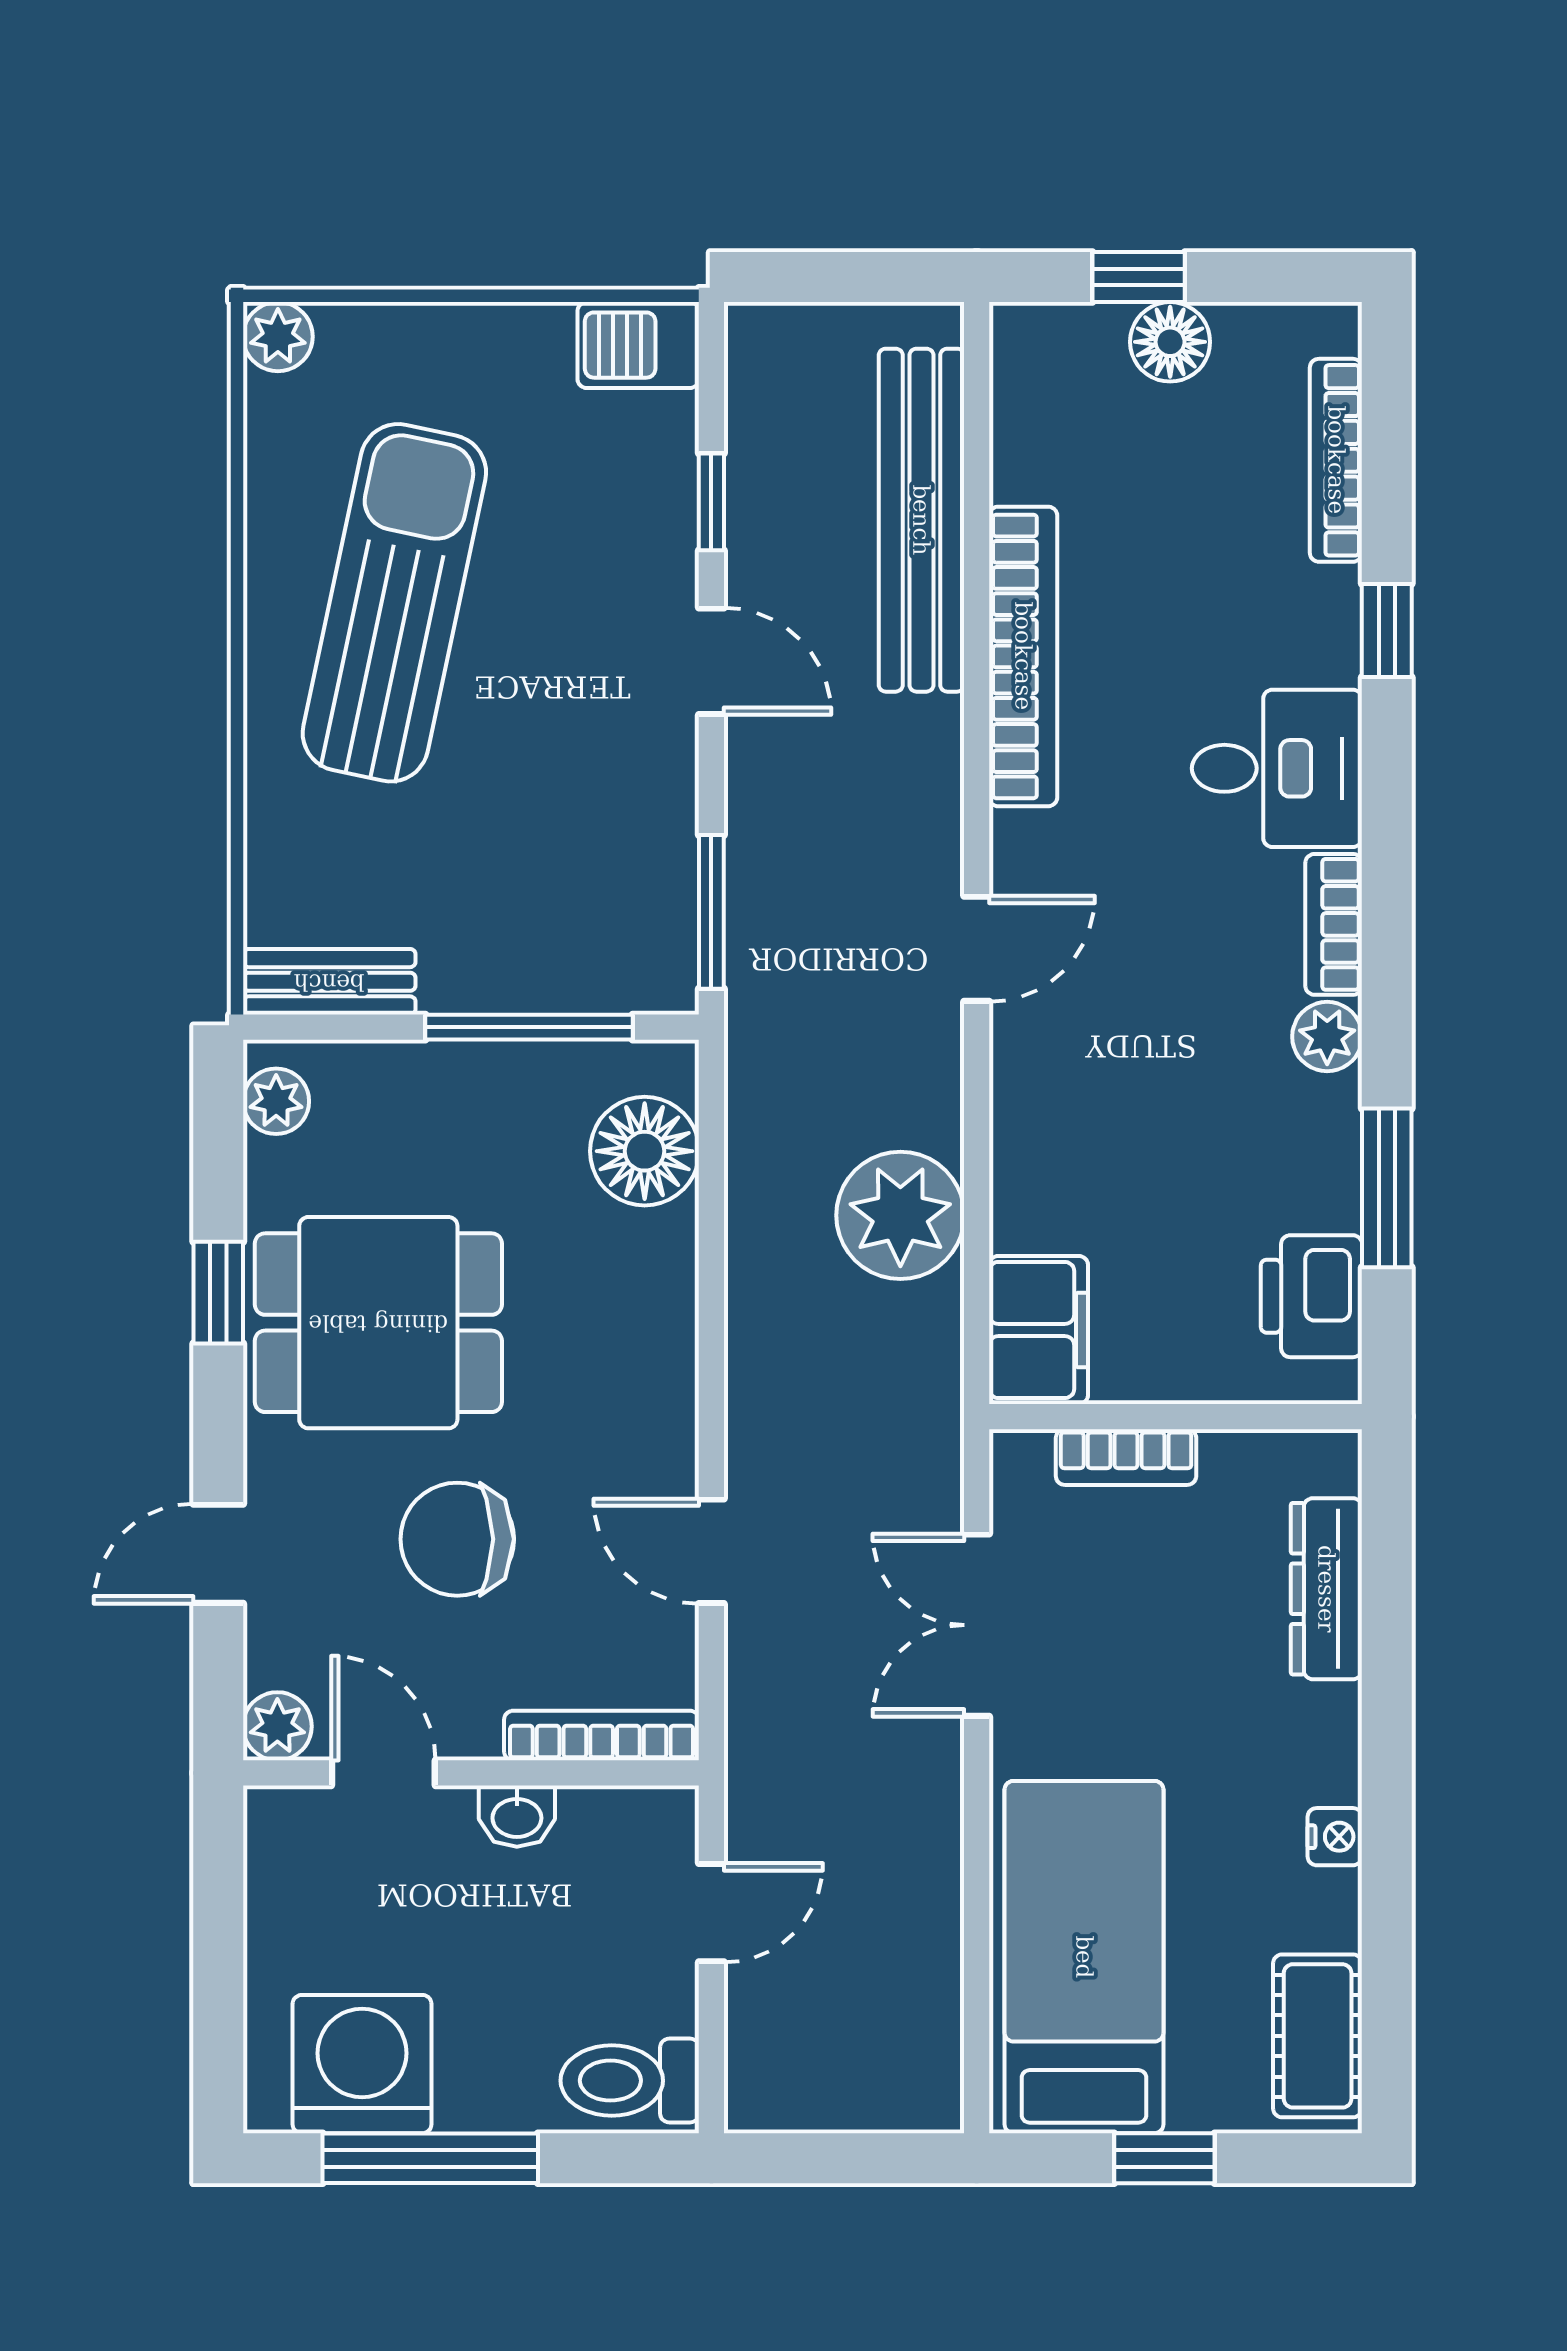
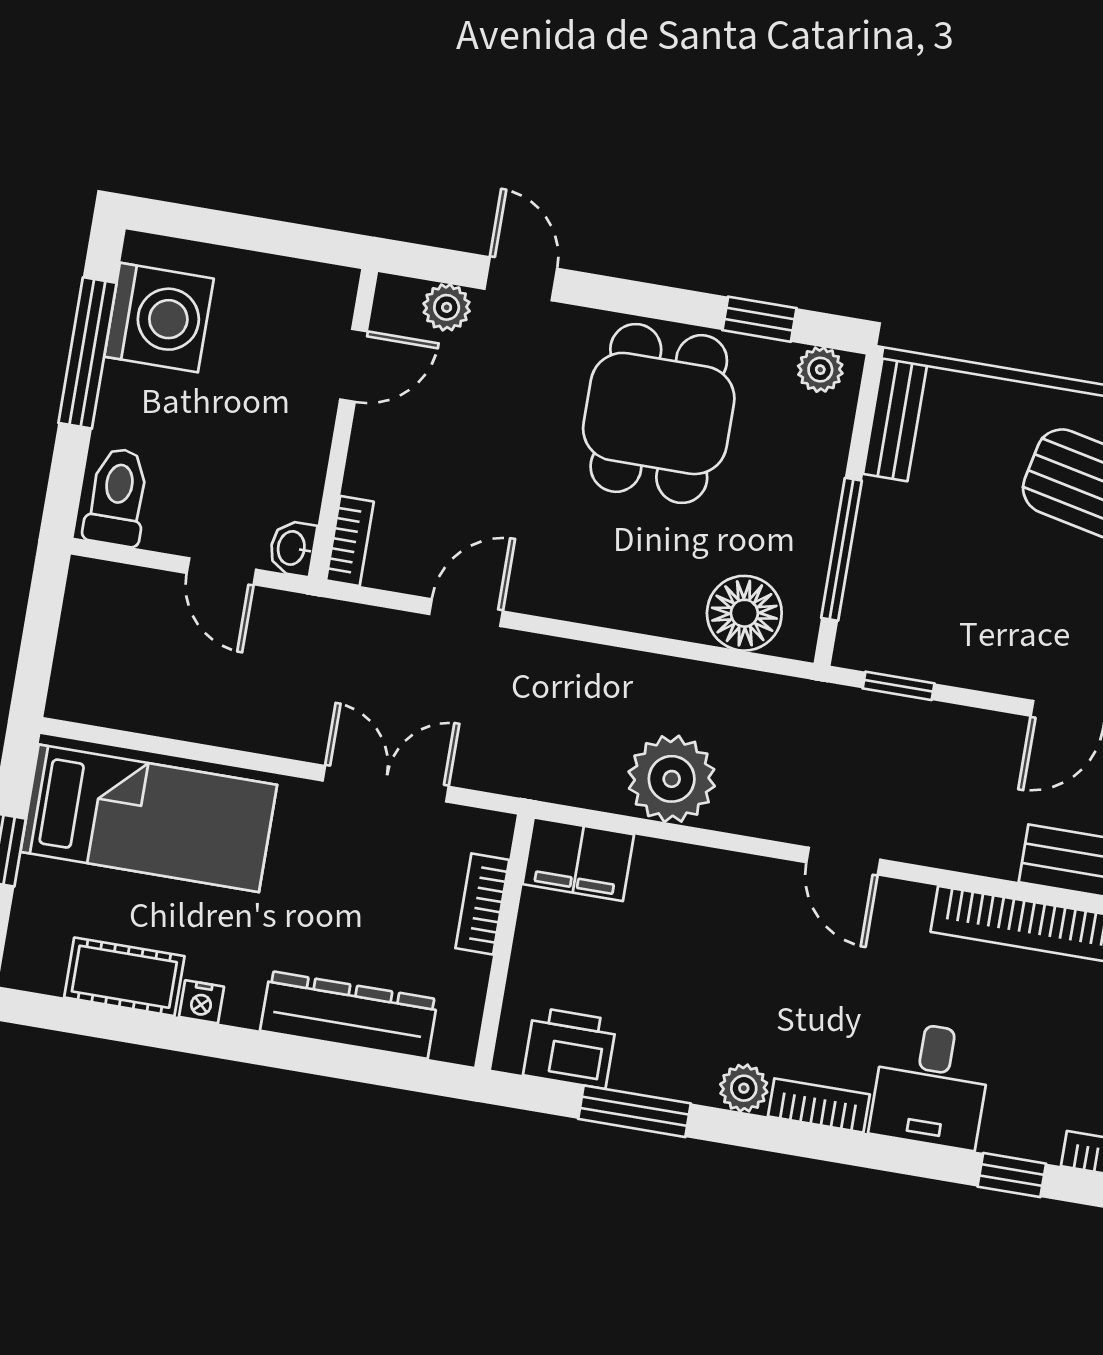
window: (711, 912) -> (899, 686), width x0.67
window: (218, 1293) -> (759, 319), moved
chair: (457, 1539) -> (503, 442), removed
dresser: (1326, 1589) -> (349, 1015), width x1.37, depth x1.24
plant: (277, 1726) -> (447, 307), moved
bookcase: (602, 1736) -> (350, 541), width x0.64
washbasin: (517, 1816) -> (293, 548), moved
cot: (1318, 2036) -> (124, 977), moved

